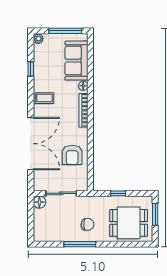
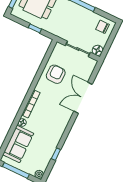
coffee table: (44, 98) -> (56, 127), removed
double door: (31, 144) -> (83, 98), width x0.73
chair: (88, 224) -> (102, 27), moved

